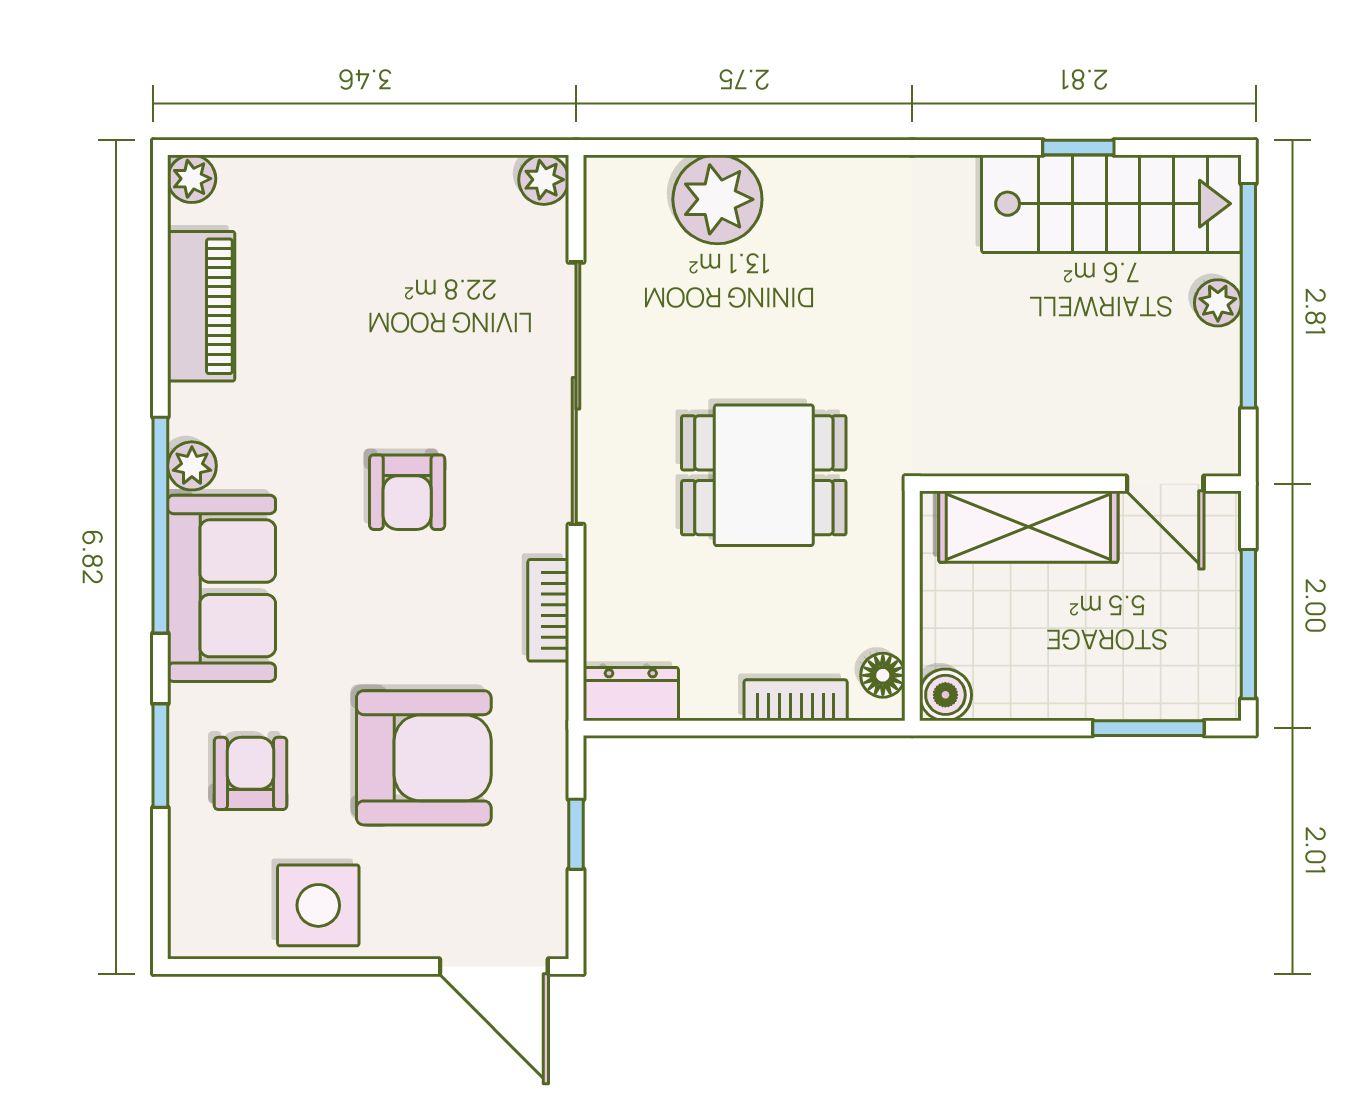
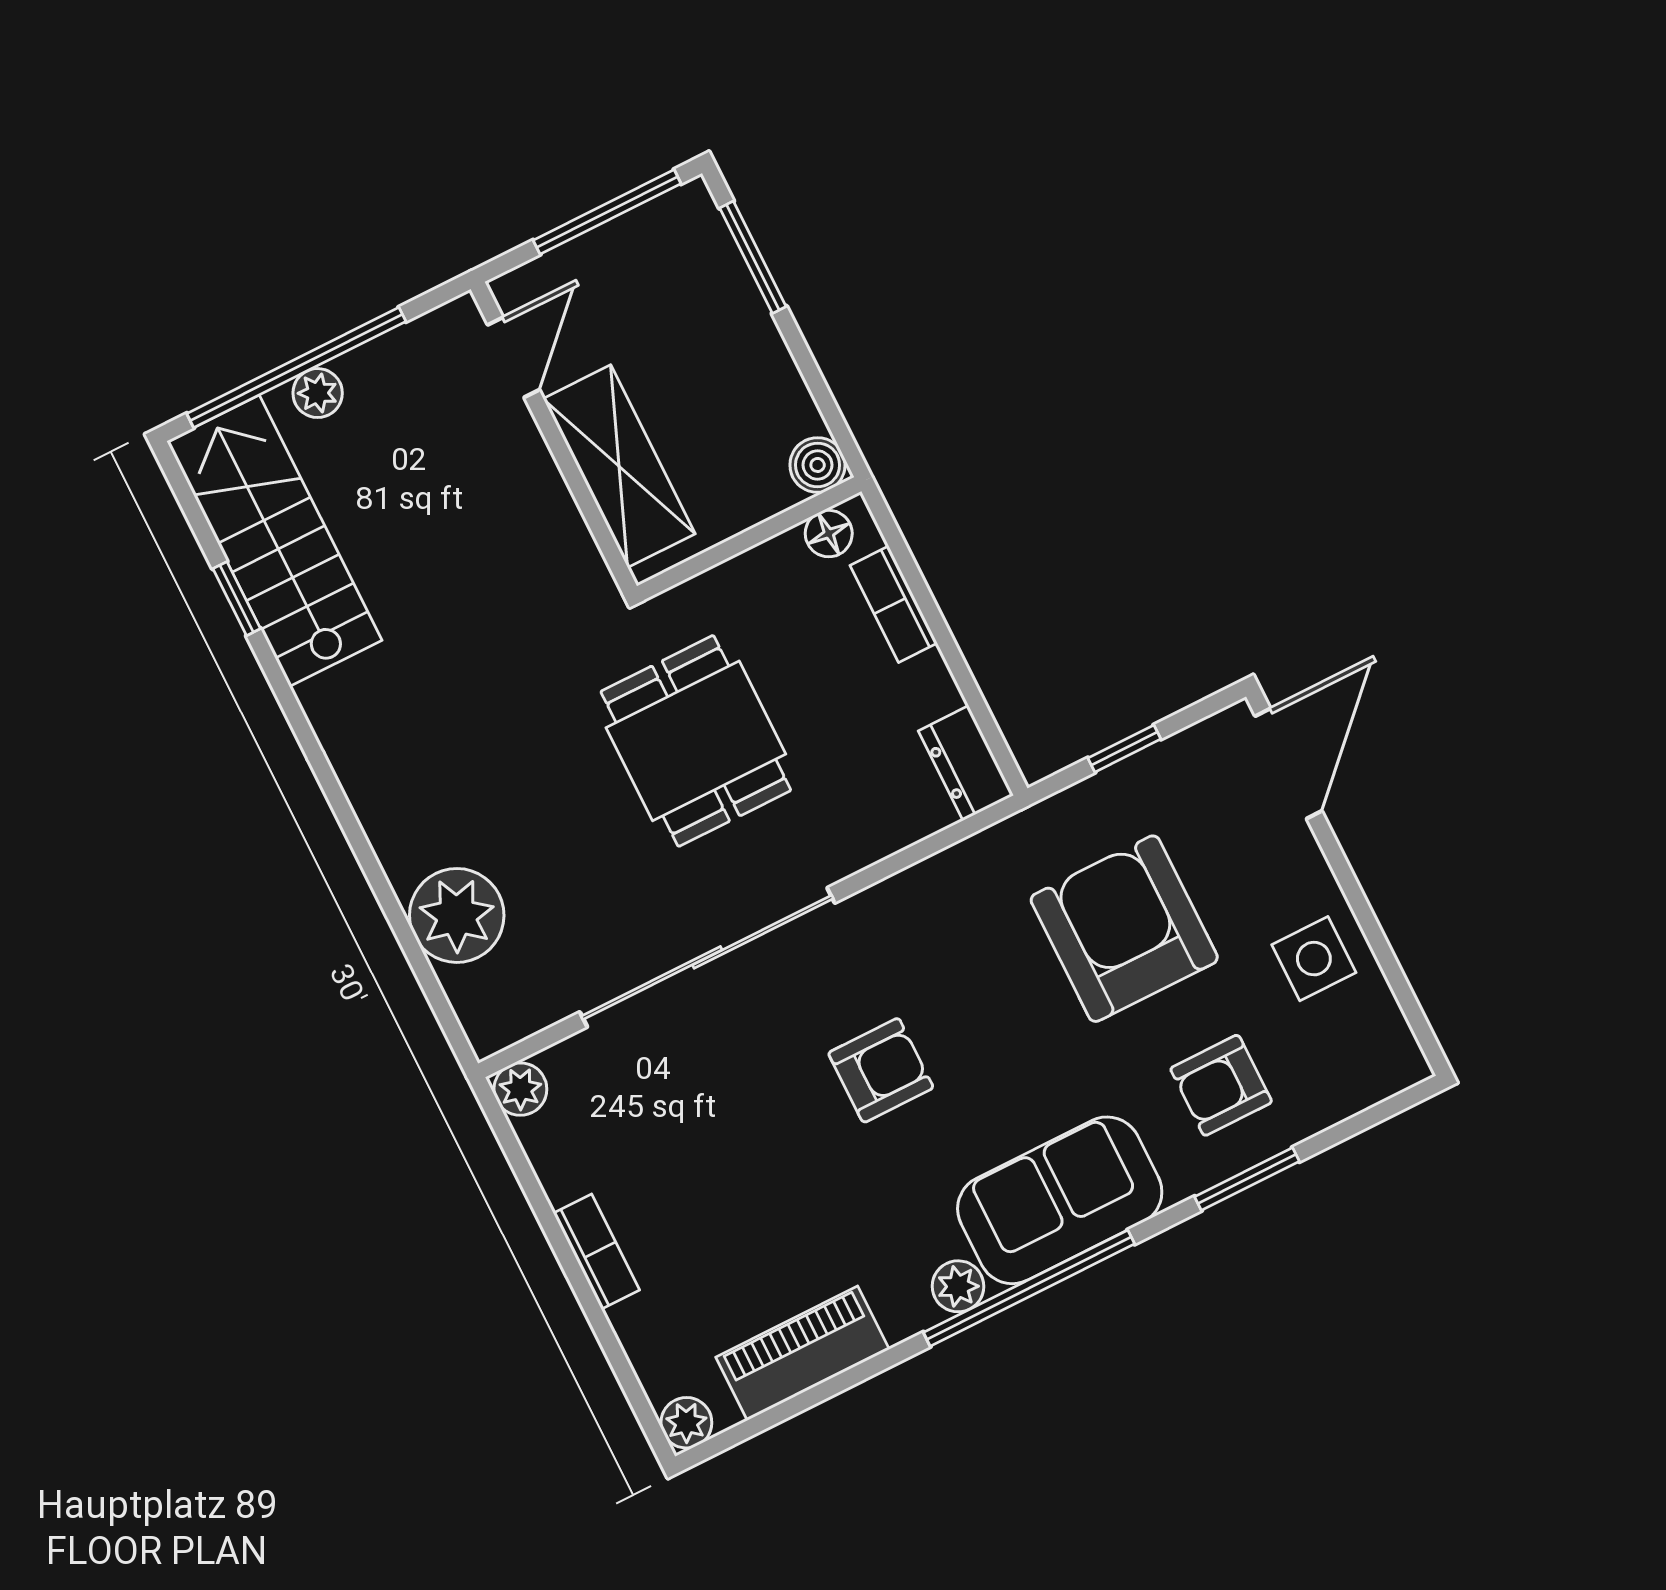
bookcase: (548, 610) -> (596, 1252), moved, turned -90
side table: (318, 905) -> (1314, 959), width x0.73, depth x0.73

